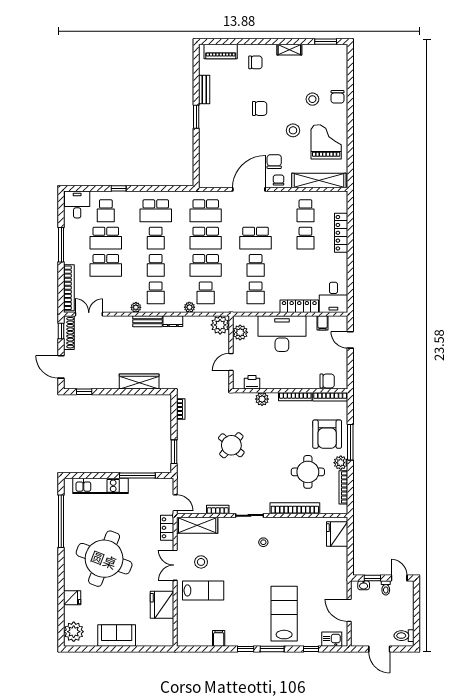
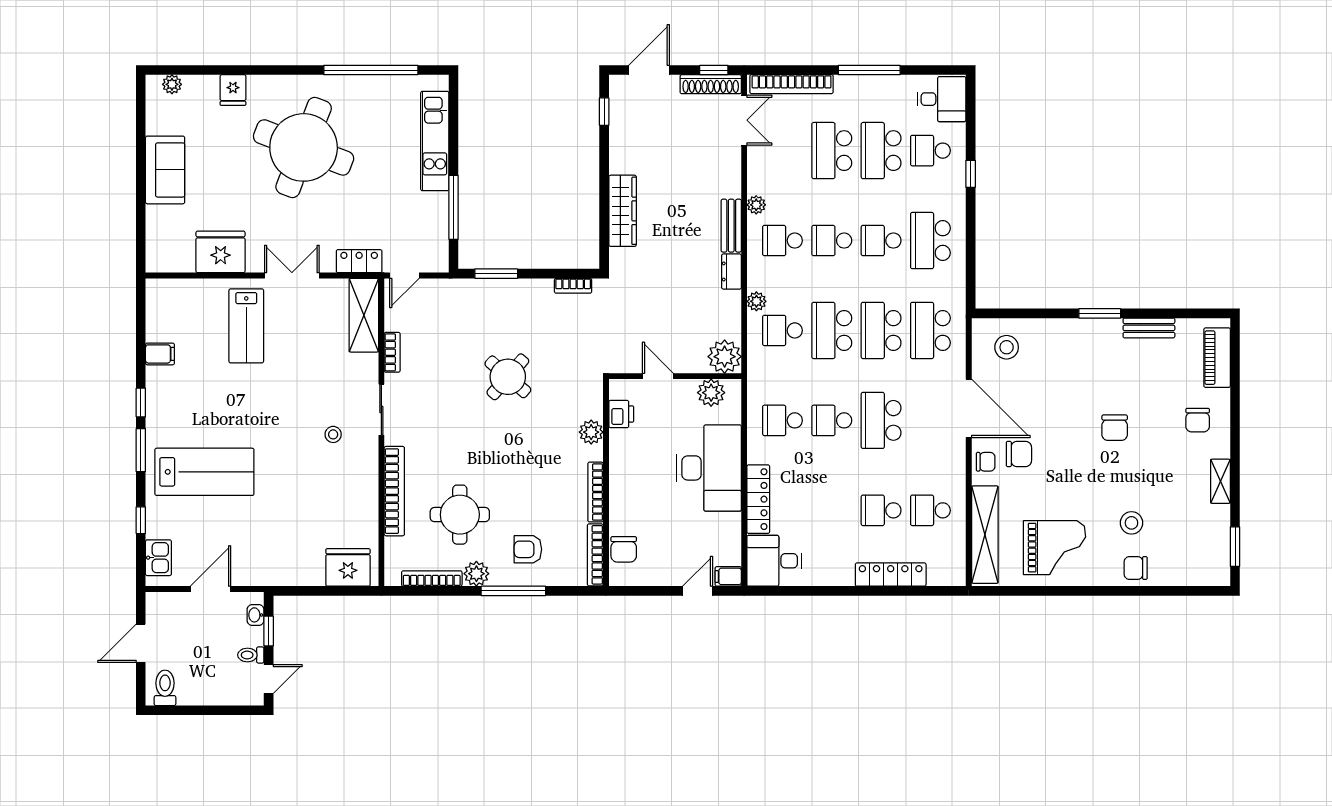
stool: (293, 130) -> (1007, 347), moved
filing cabinet: (323, 323) -> (728, 576), moved
armchair: (327, 434) -> (528, 549), width x0.53, depth x0.53
stool: (201, 562) -> (298, 322), removed
plant: (74, 632) -> (172, 84), width x0.53, depth x0.53

